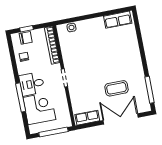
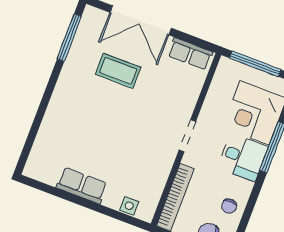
row of seats: (118, 20) -> (82, 185), moved

